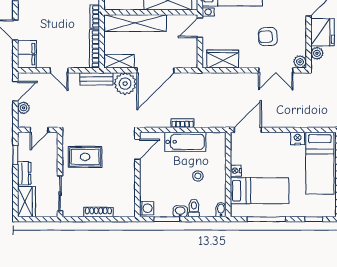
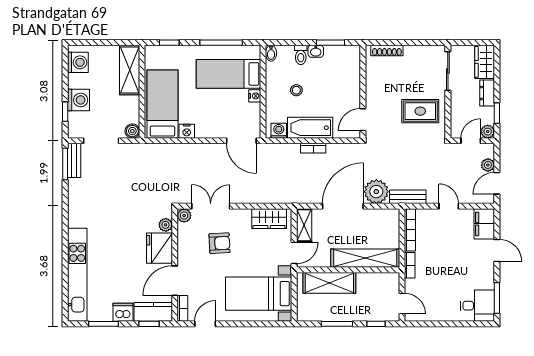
shelving: (119, 61) -> (304, 225), moved, turned 90
door: (248, 130) -> (241, 141), hinge flipped
plant: (24, 138) -> (488, 132), added
washing machine: (146, 208) -> (279, 131), moved, turned 90
shoe rack: (98, 212) -> (387, 51), moved

